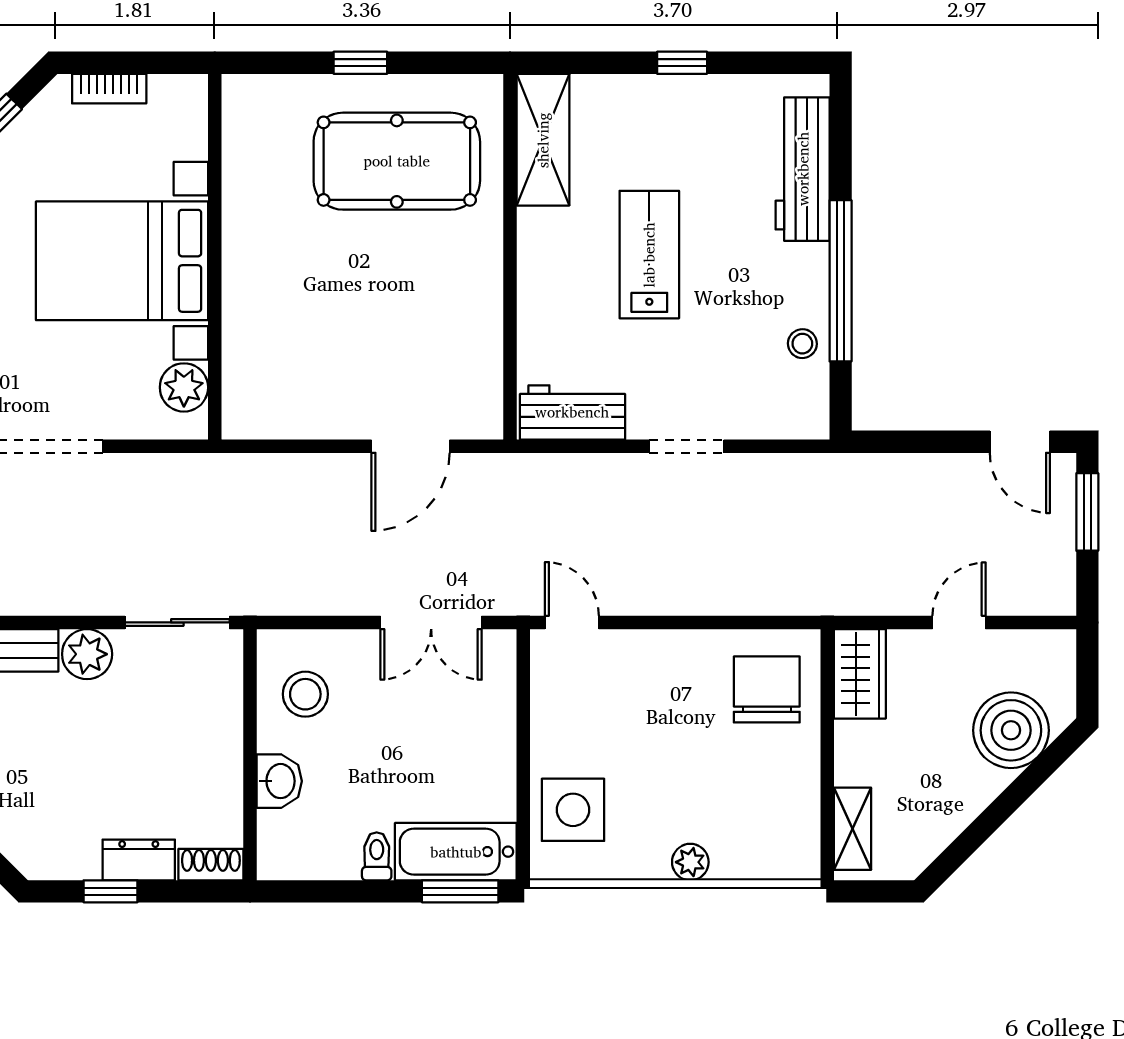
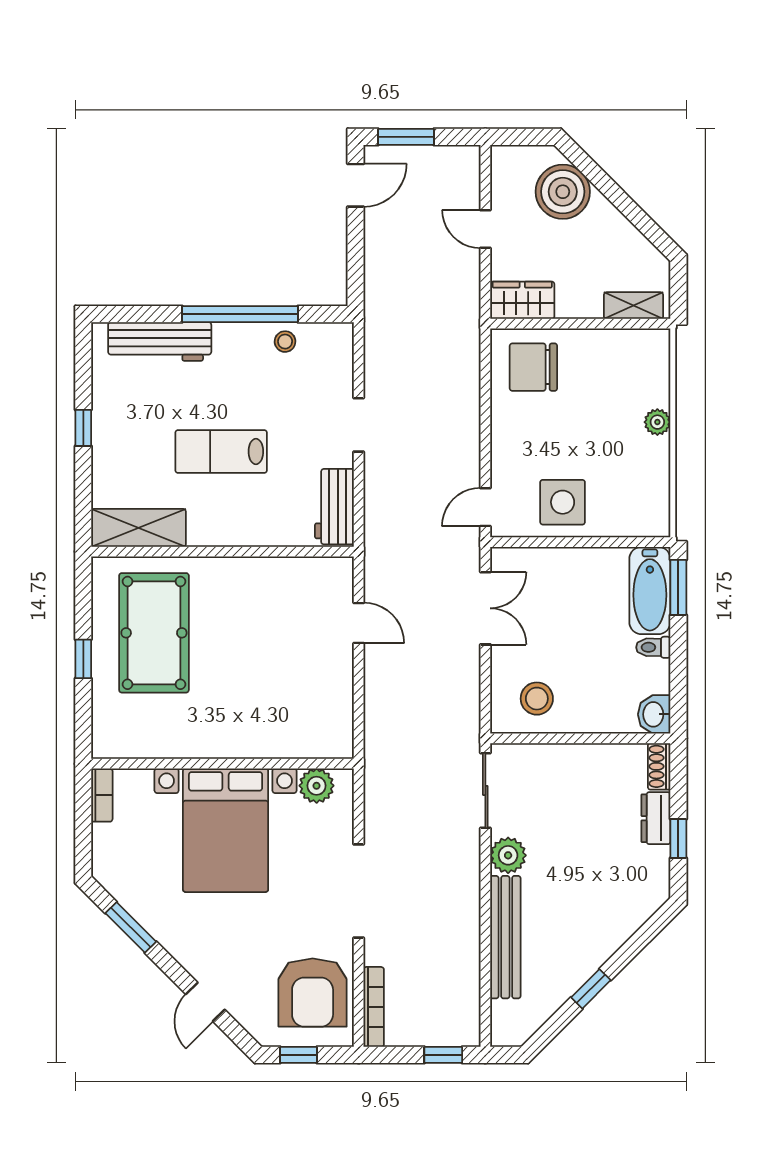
bookcase: (109, 89) -> (102, 795), moved
door: (410, 446) -> (359, 623), width x0.73
washbasin: (279, 781) -> (654, 714), moved, turned -90
side table: (573, 810) -> (563, 502), moved

